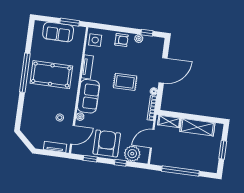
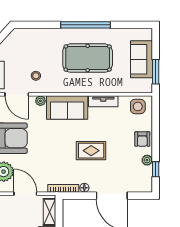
pool table: (51, 75) -> (88, 58), turned 90
rug: (125, 82) -> (91, 151), turned 90

